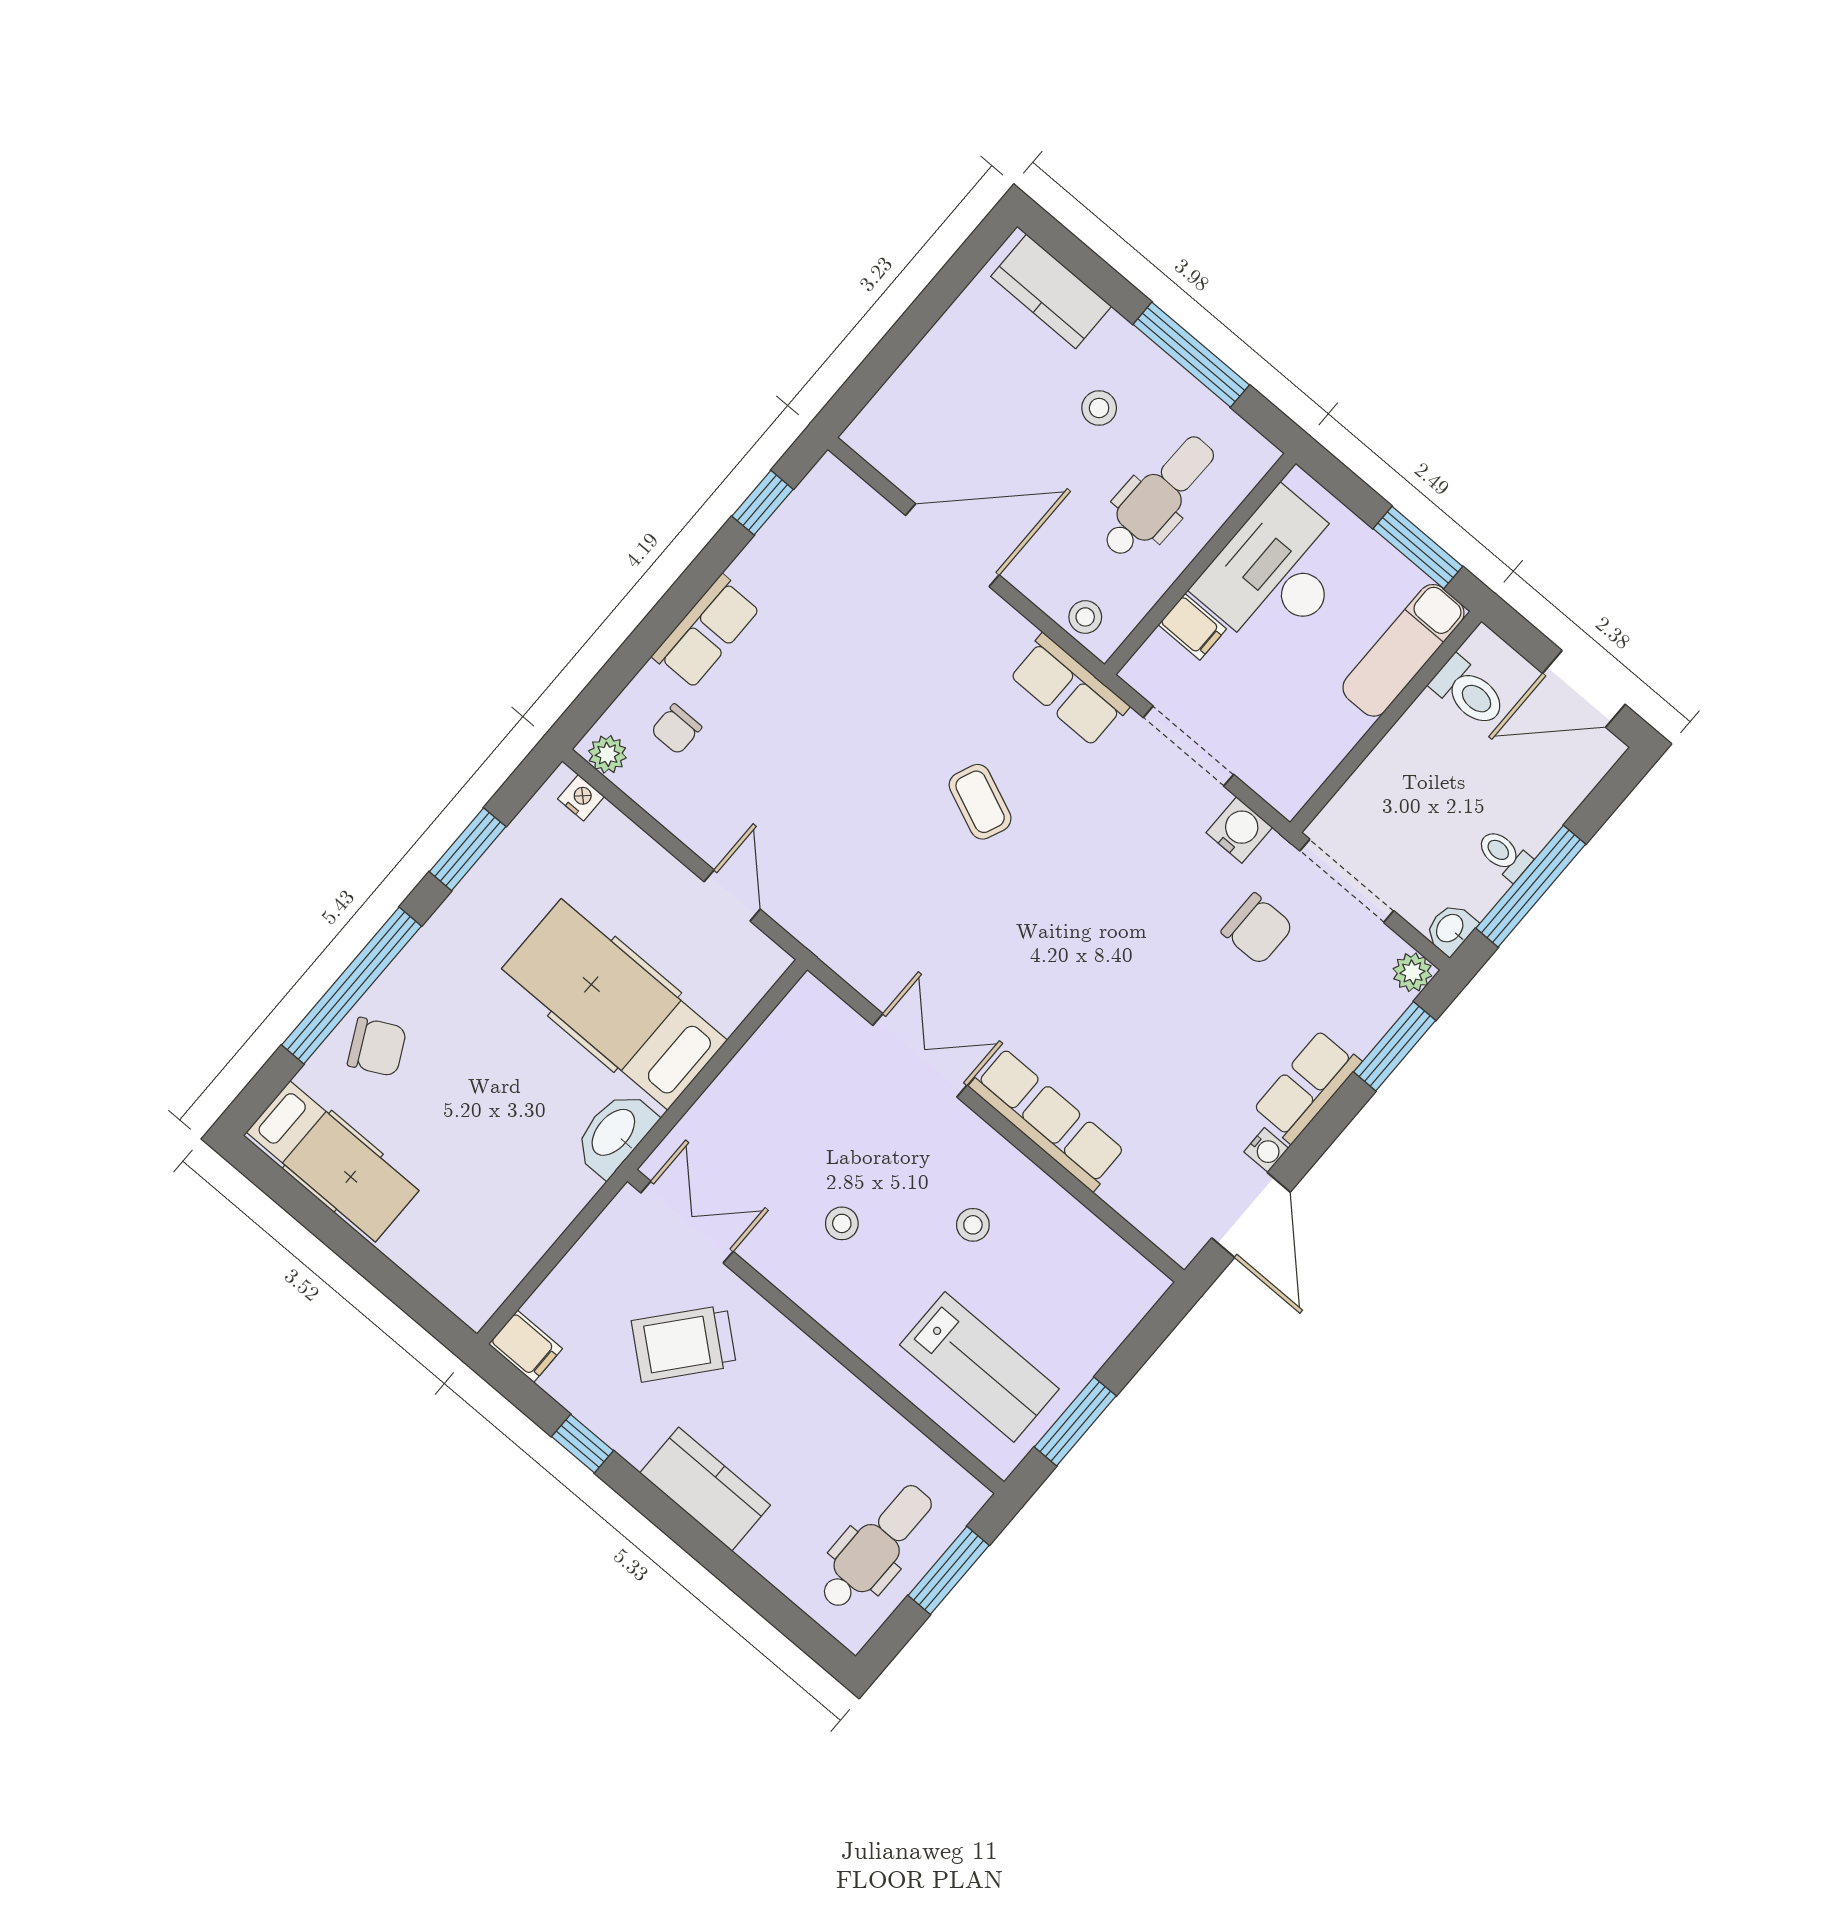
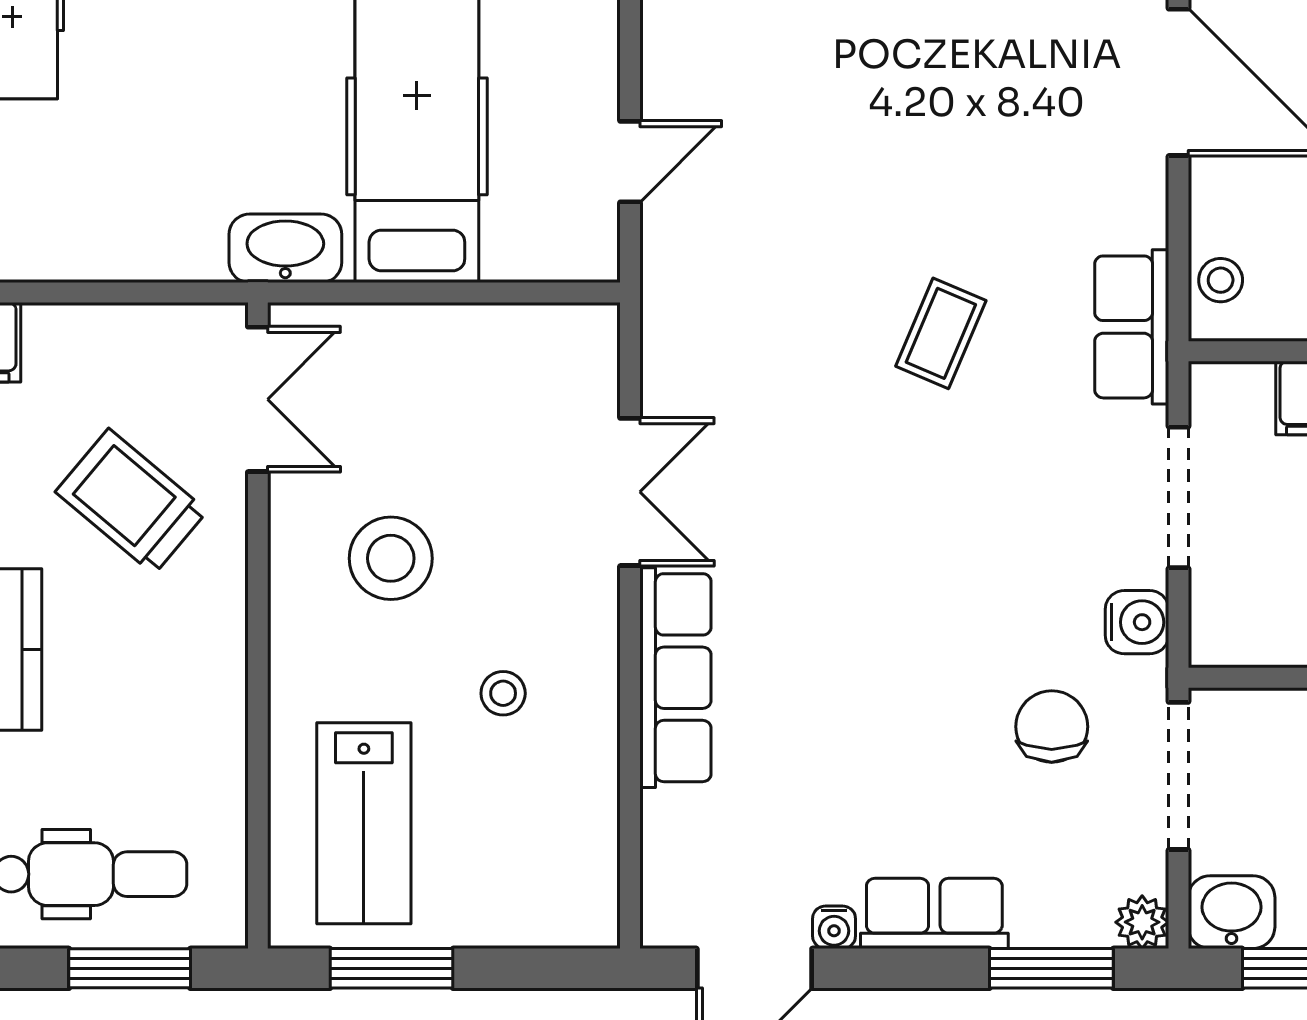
chair: (1257, 929) -> (1052, 727), turned 180
washbasin: (1451, 929) -> (1232, 912), width x1.38, depth x1.45
stool: (842, 1223) -> (391, 558), width x1.89, depth x1.89

